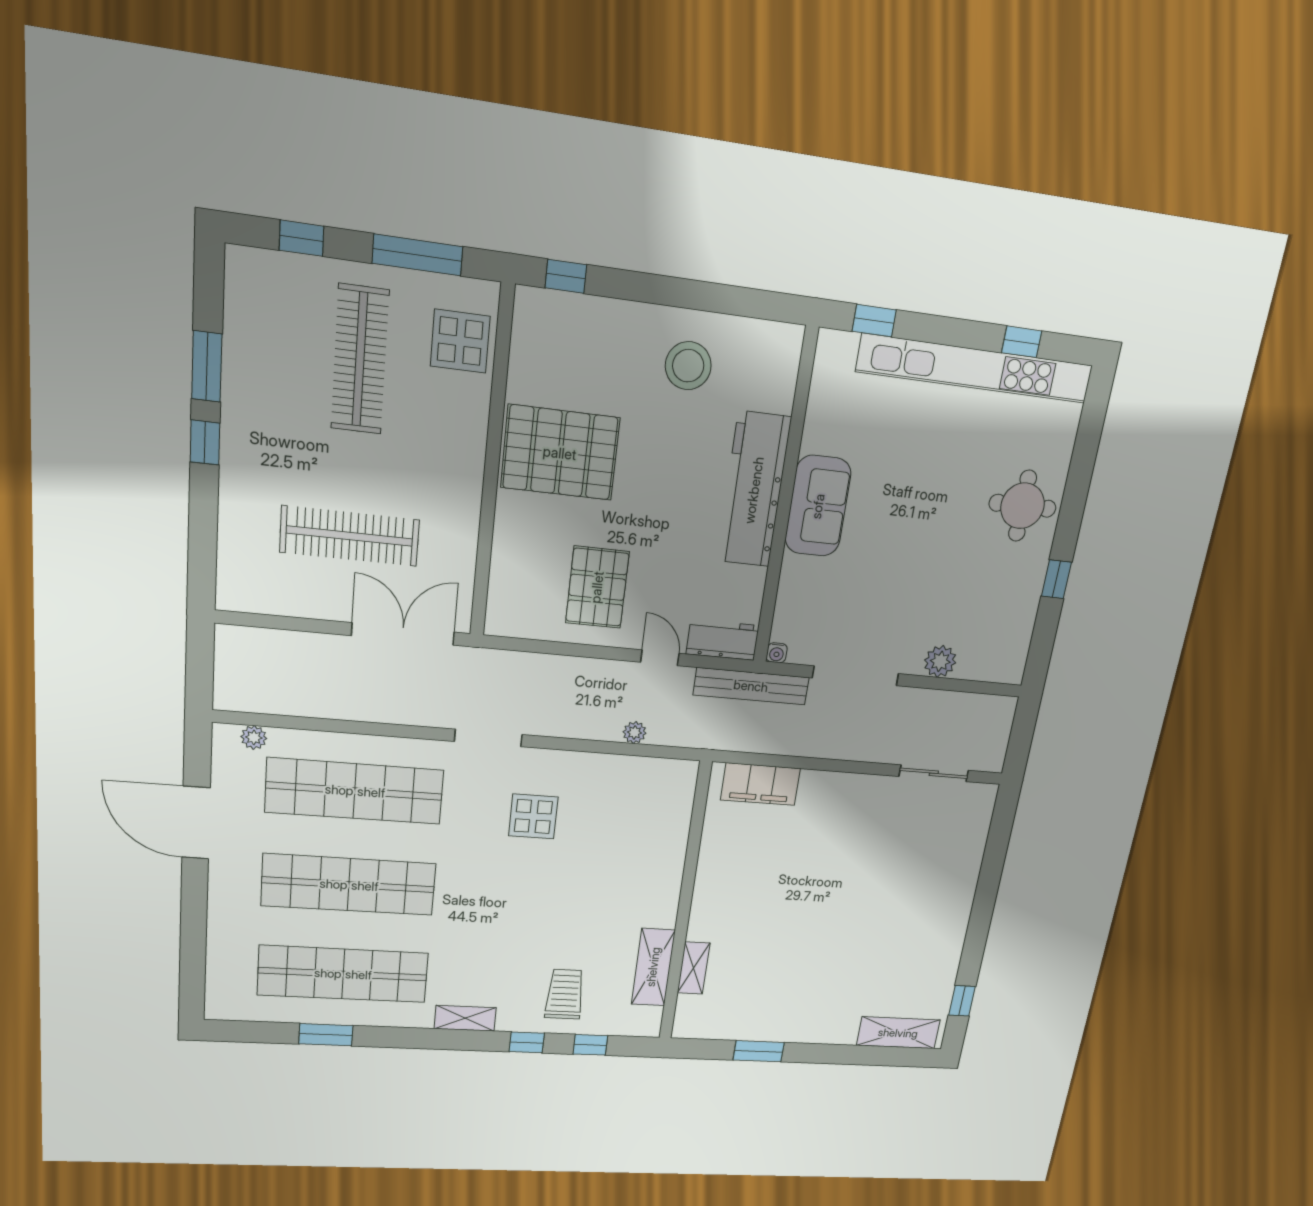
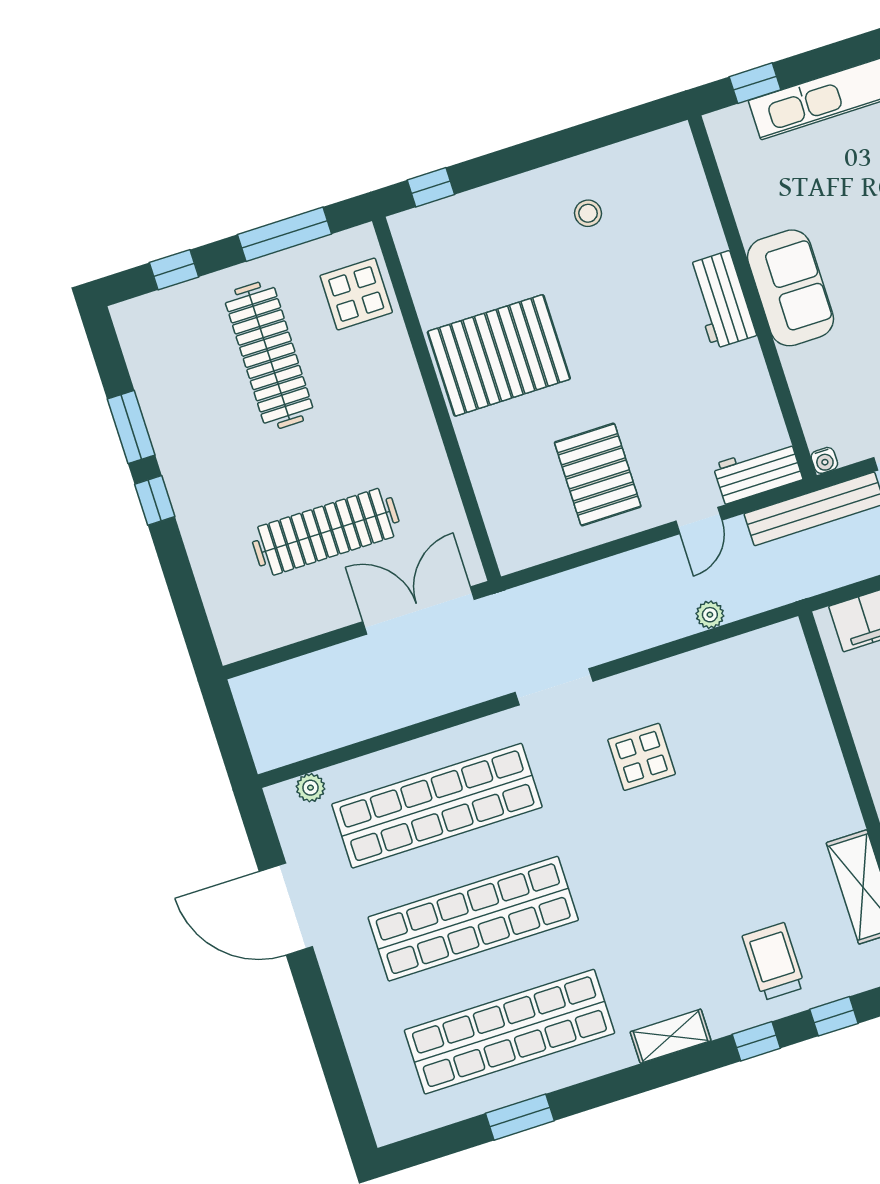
stool: (688, 366) -> (588, 213), width x0.53, depth x0.53
workbench: (754, 490) -> (721, 300), width x0.53, depth x0.76
door: (660, 658) -> (699, 521), swing flipped

